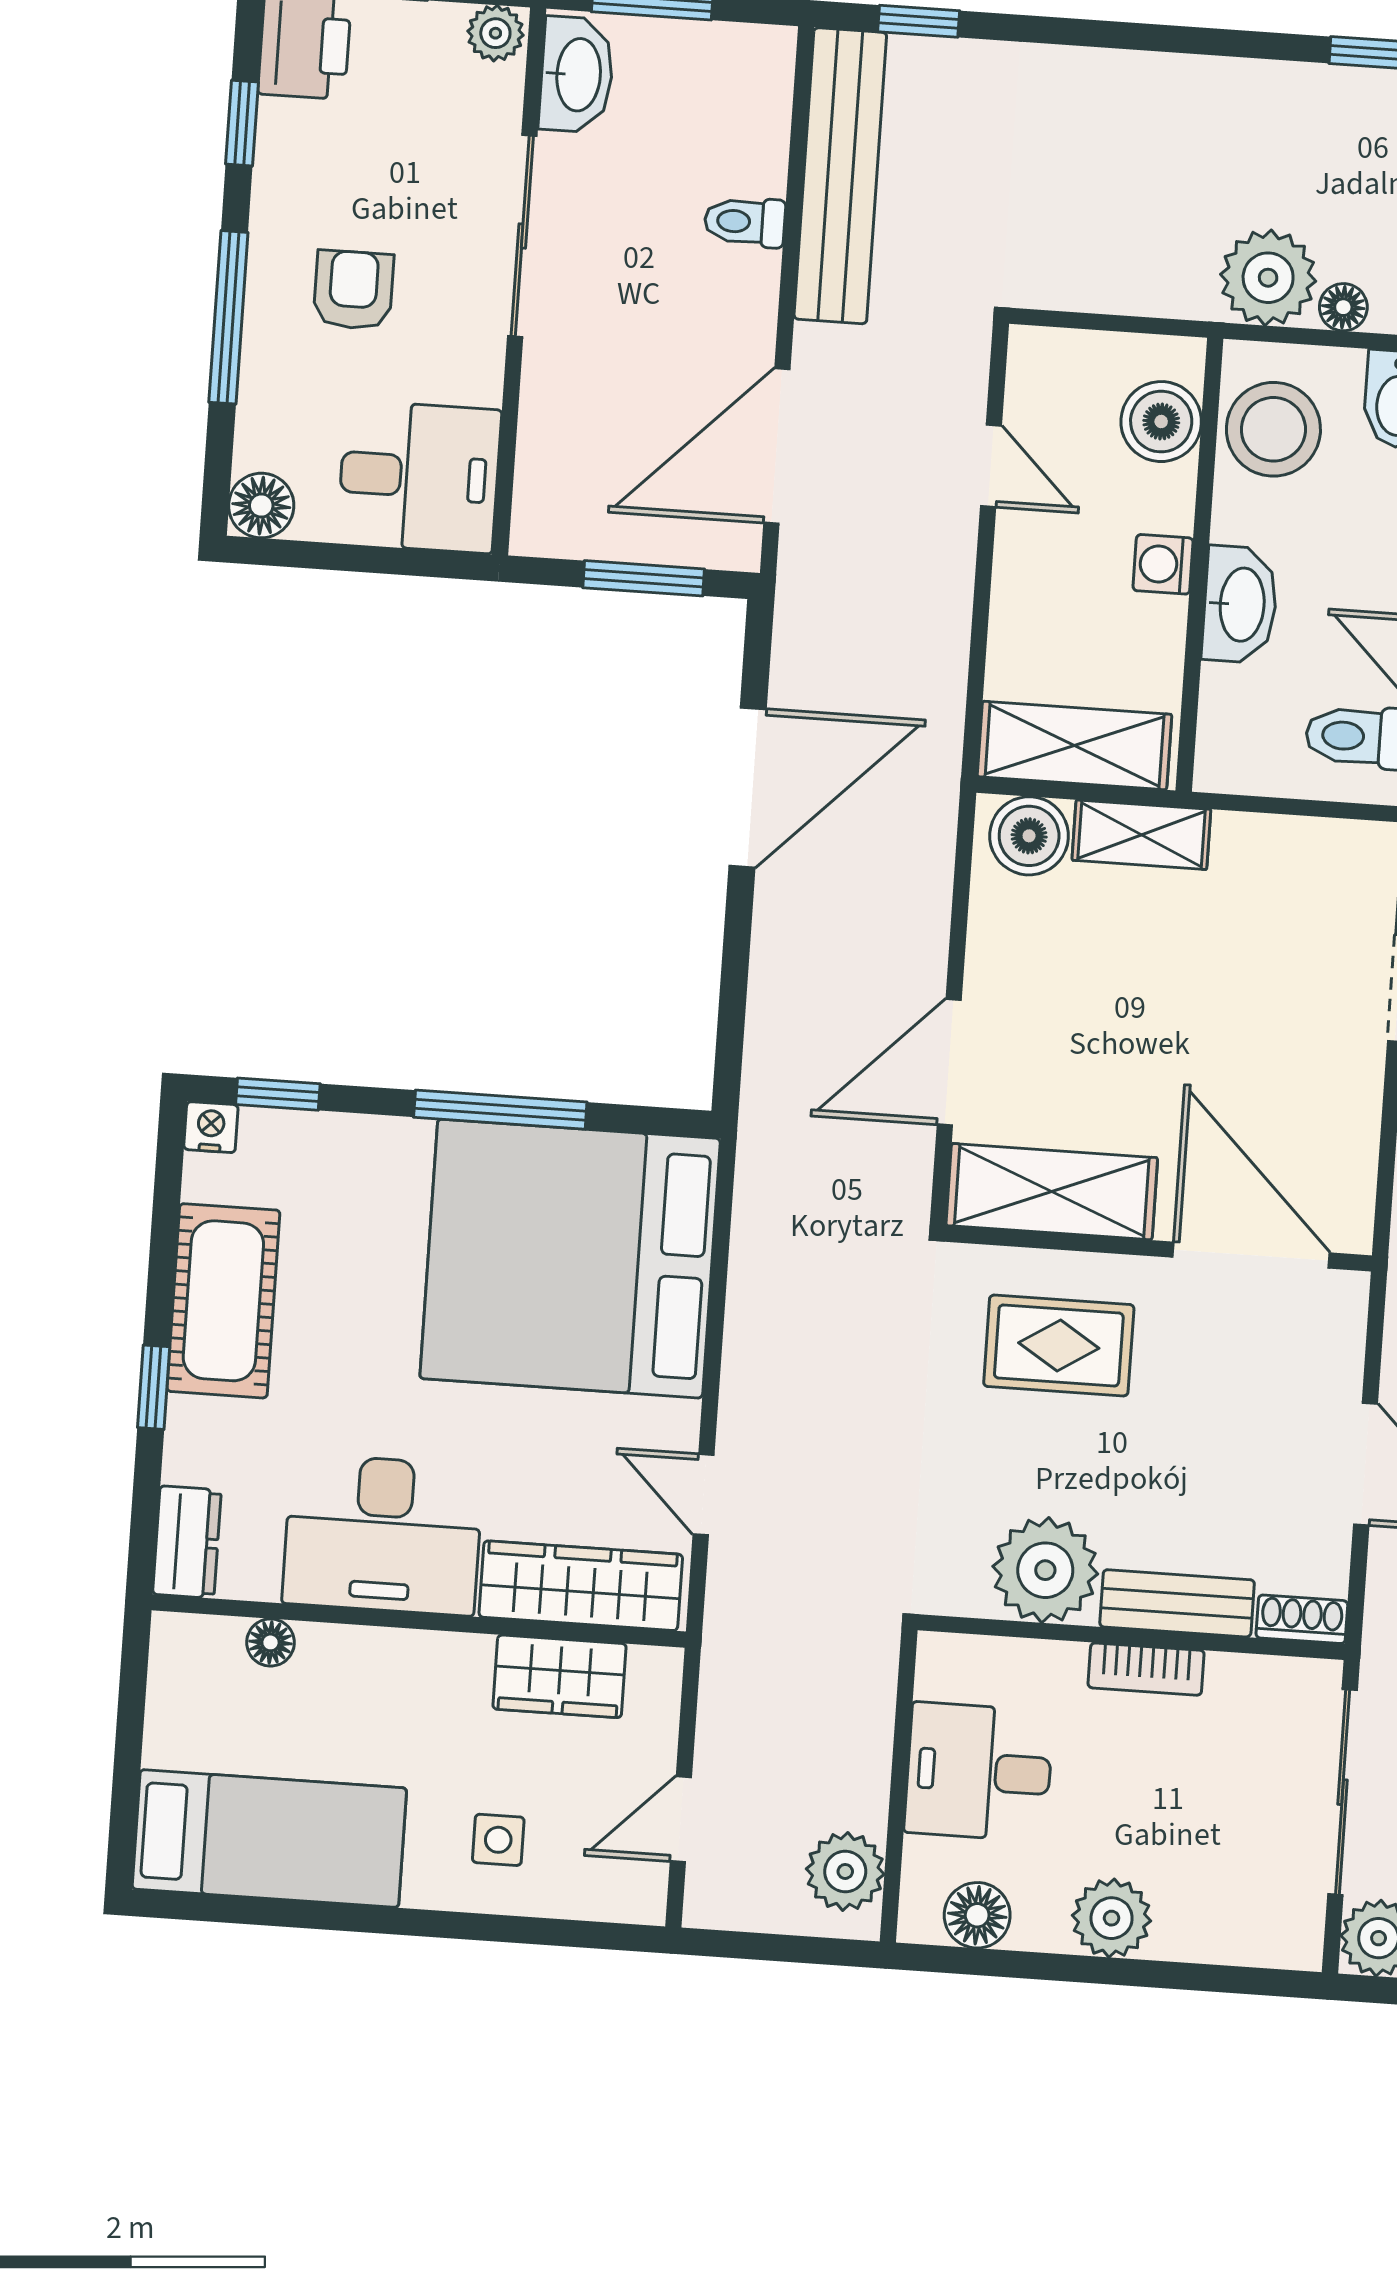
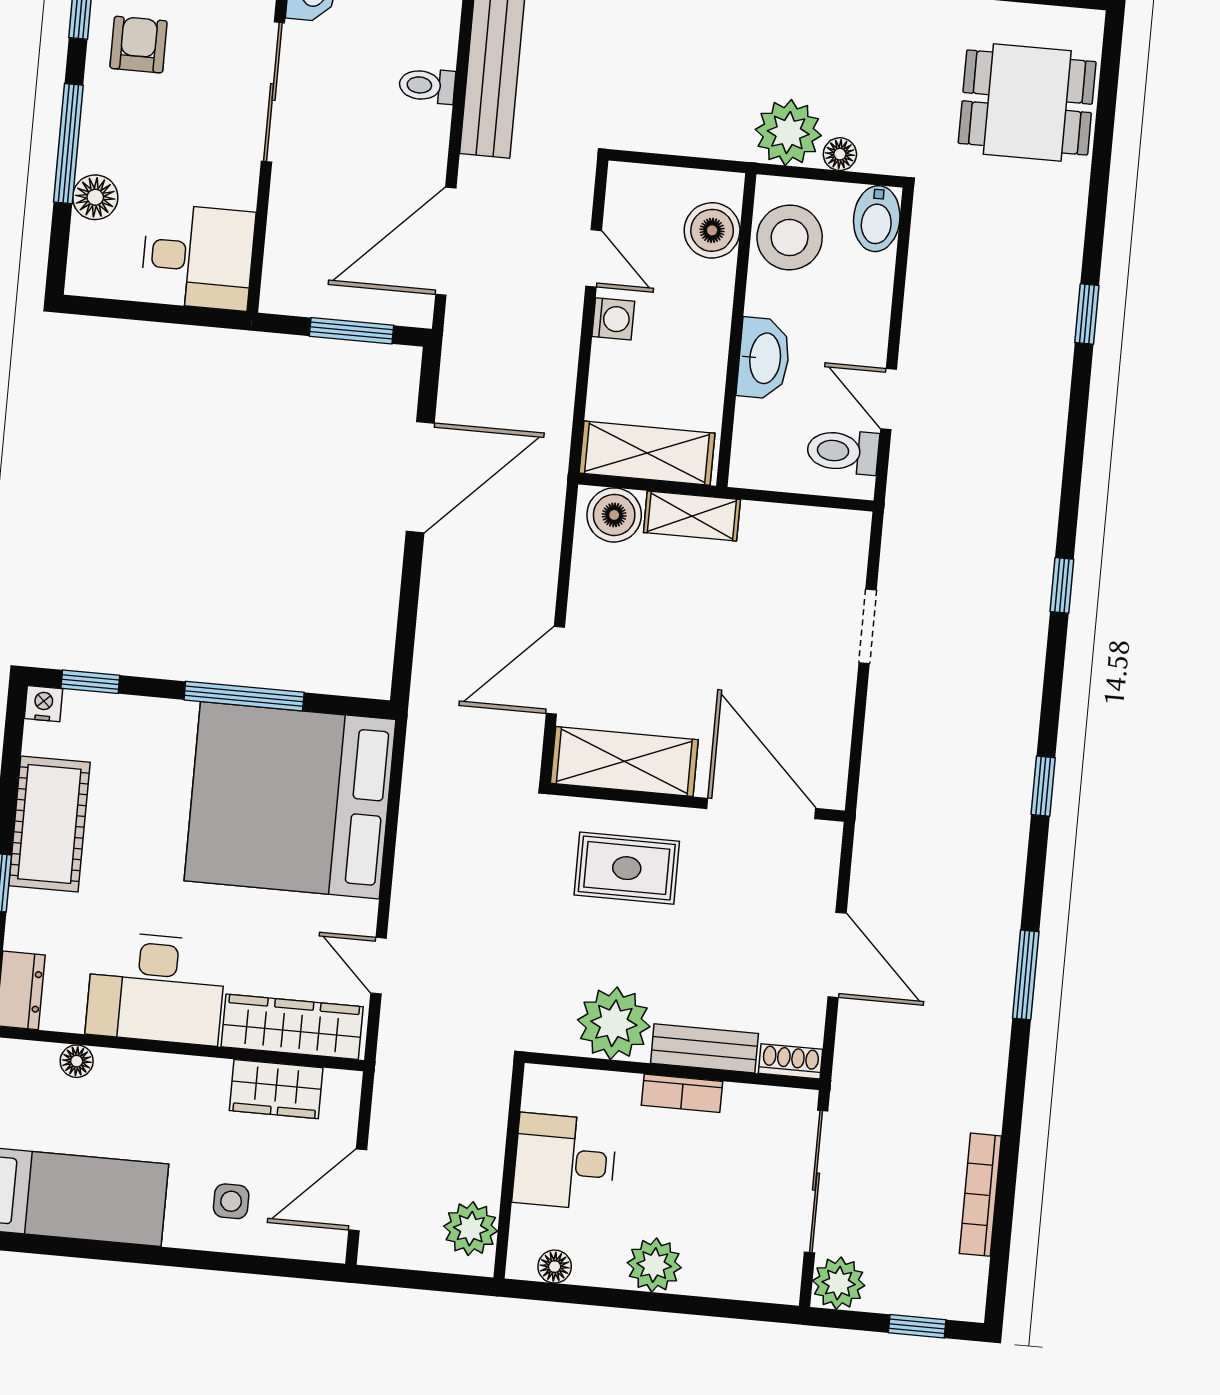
armchair: (353, 290) -> (139, 45), moved
floor lamp: (261, 506) -> (95, 197), moved
washing machine: (1163, 564) -> (613, 319), moved, turned 180
door: (681, 1819) -> (358, 1190), width x1.38
floor lamp: (977, 1915) -> (555, 1267), width x0.73, depth x0.73

